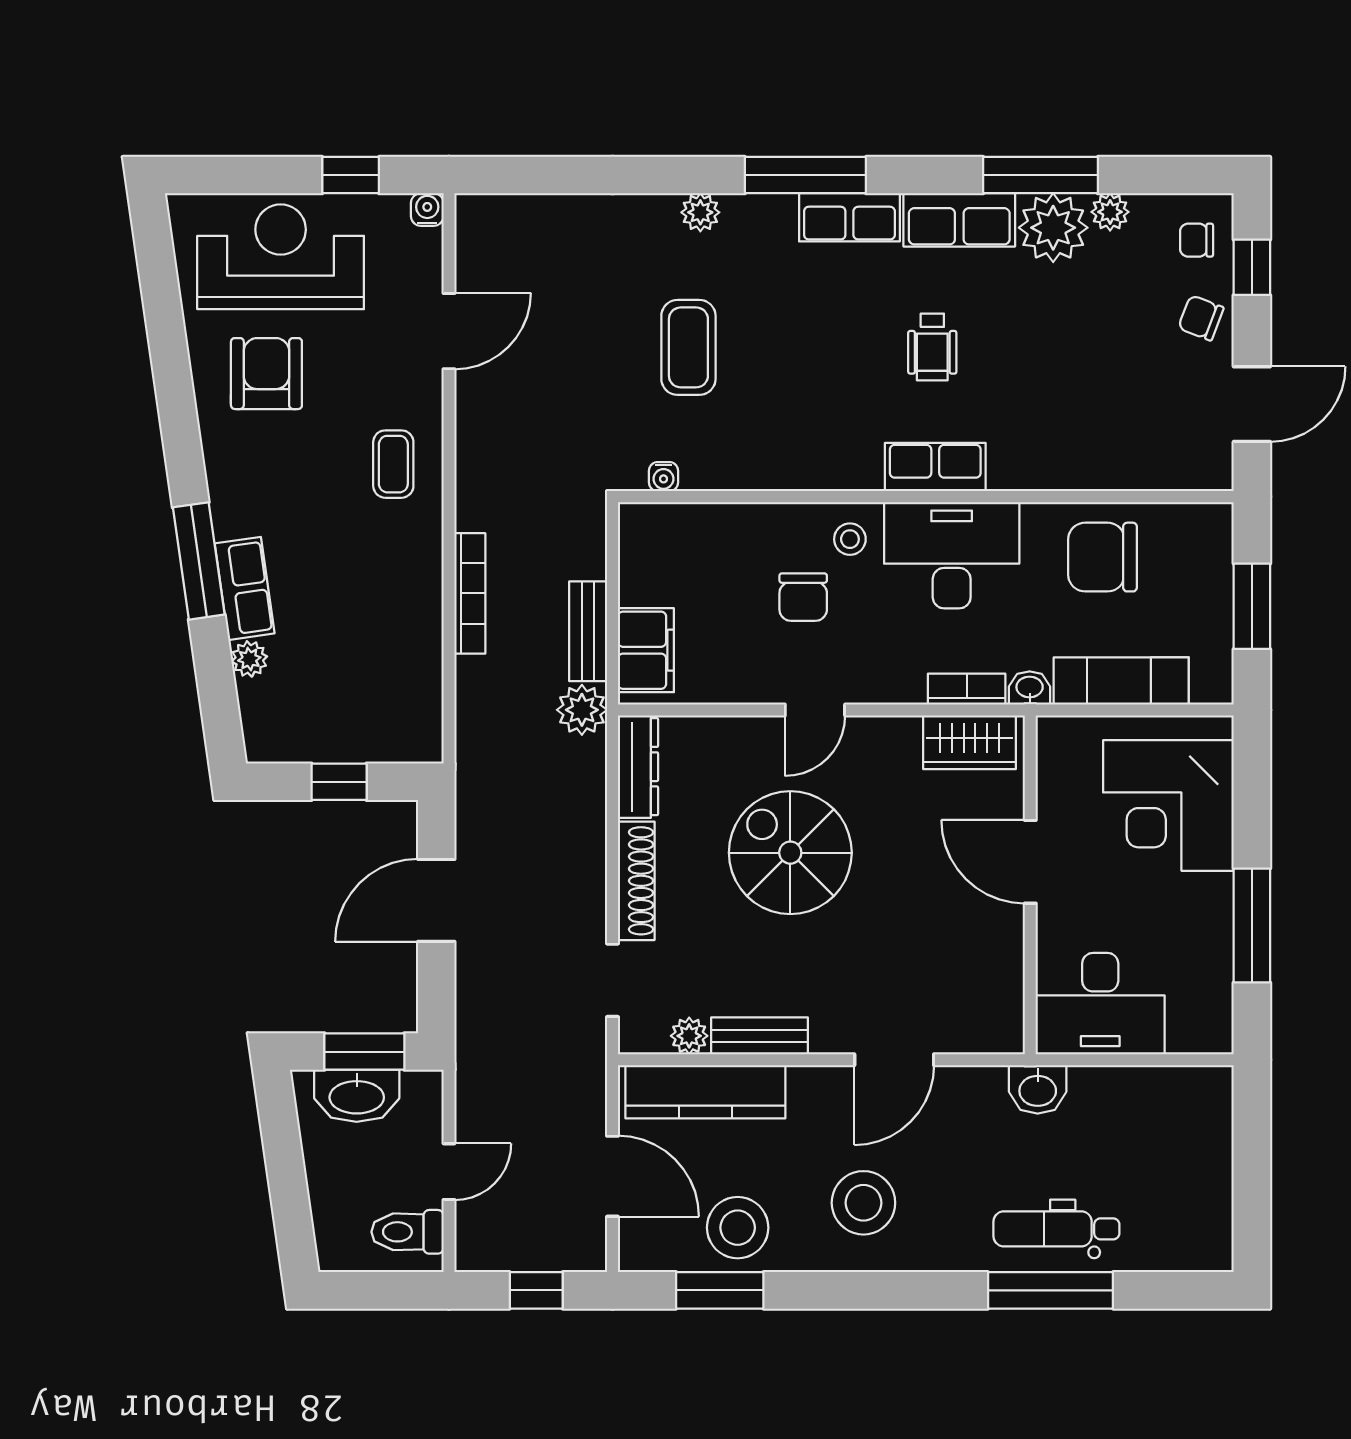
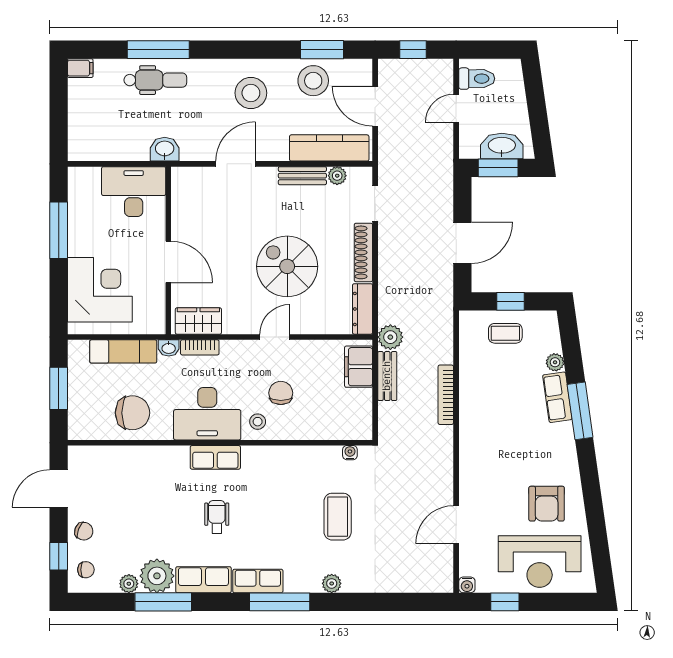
coffee table: (393, 464) -> (505, 333), moved, turned 90
spiral stairs: (790, 853) -> (287, 266), turned 180
filing cabinet: (1208, 1253) -> (80, 68), added

